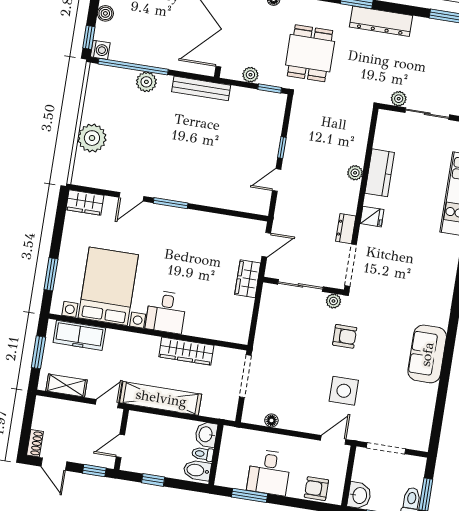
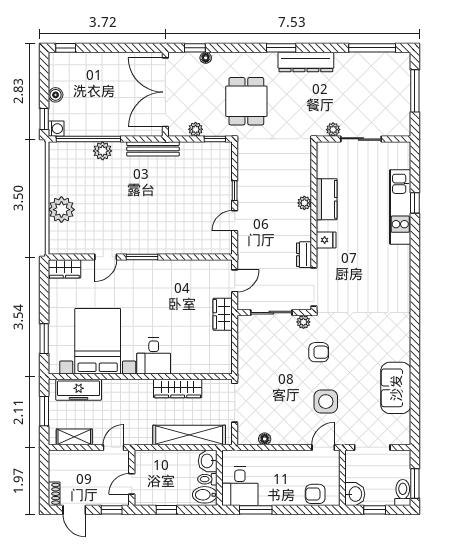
sofa: (427, 354) -> (396, 388), moved
shelving: (161, 398) -> (189, 435), moved
desk: (269, 472) -> (240, 486), moved

